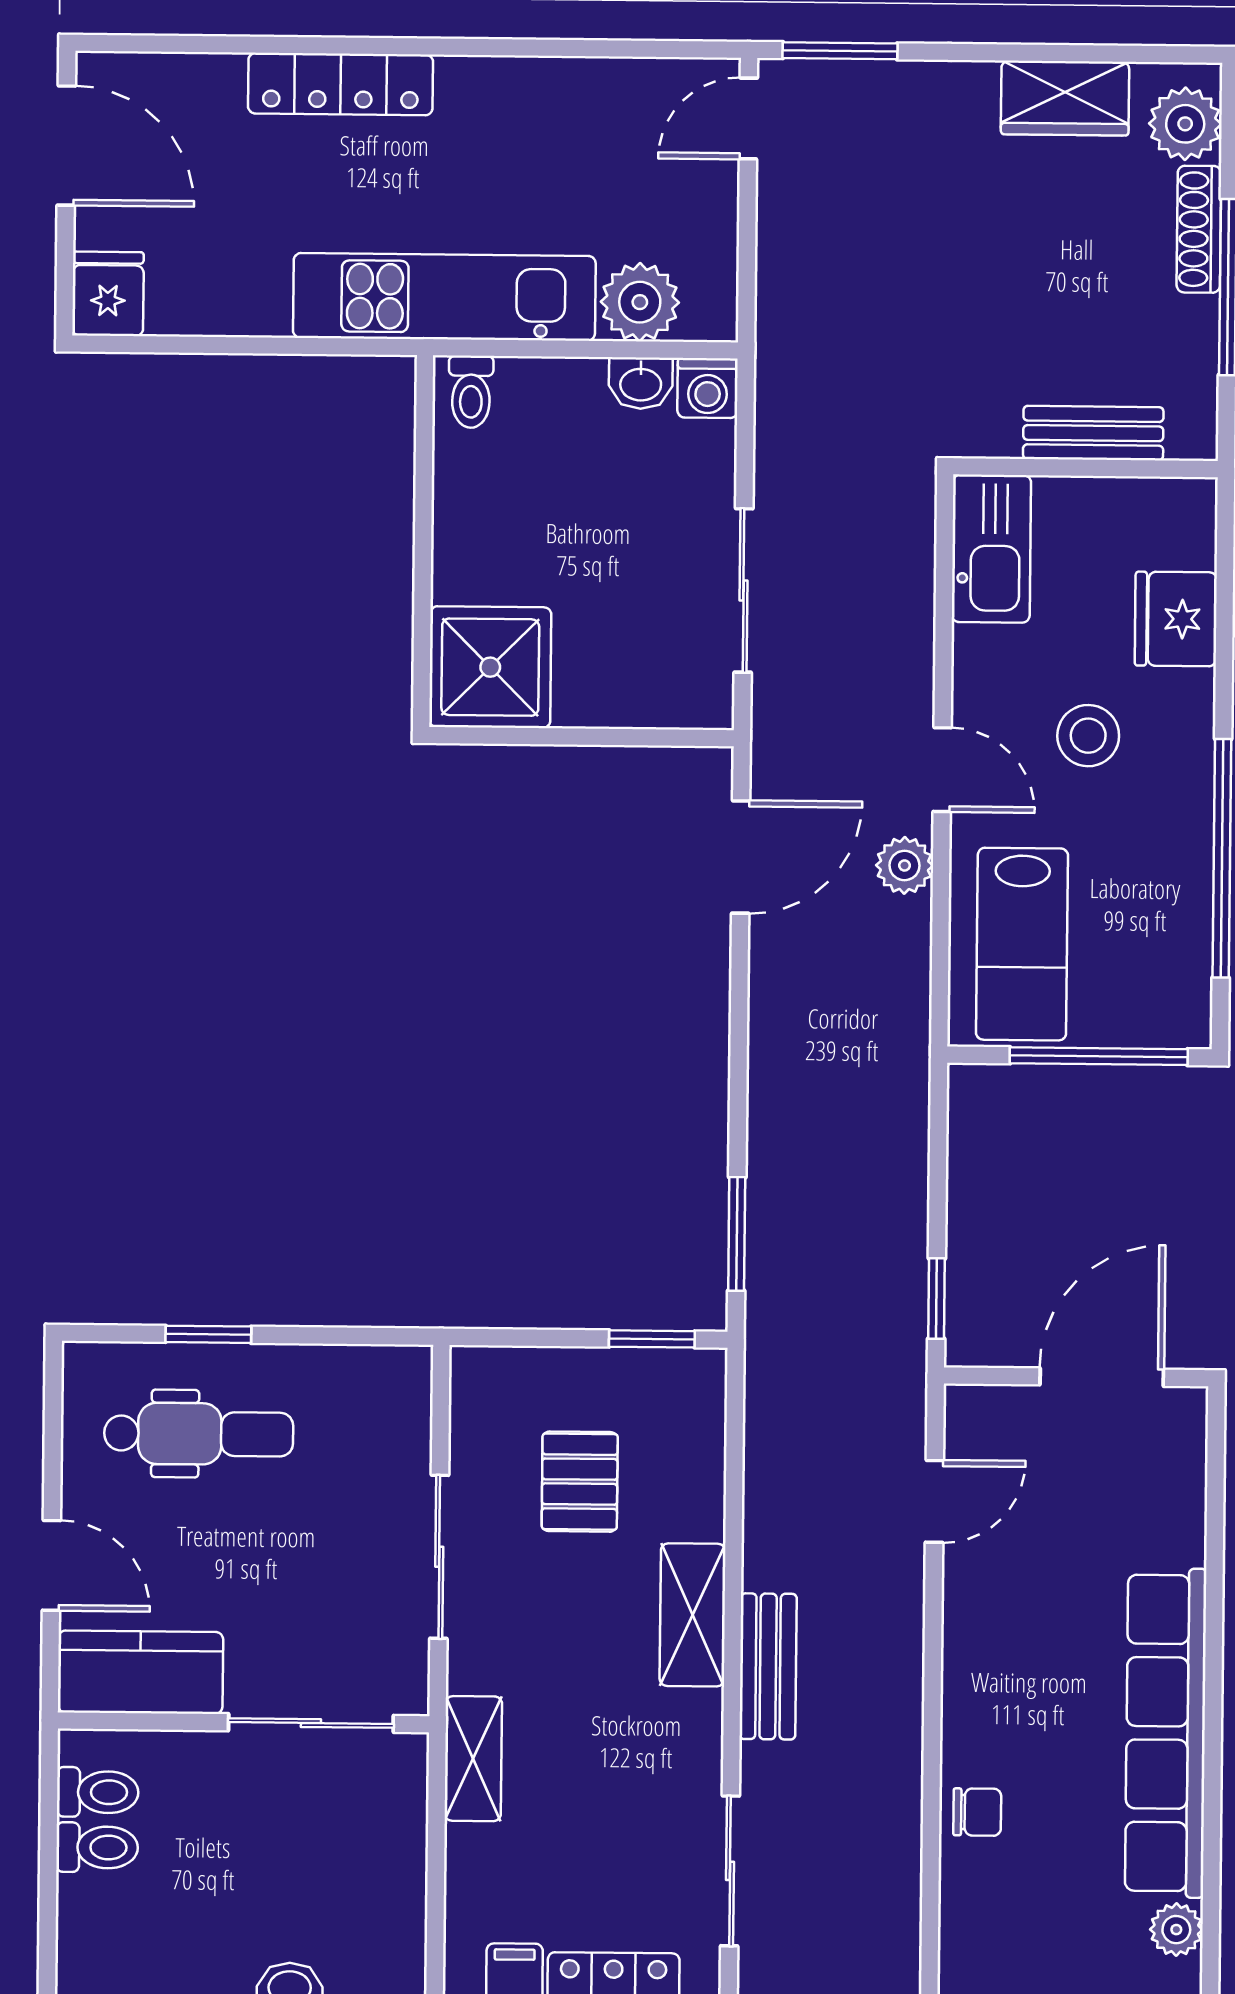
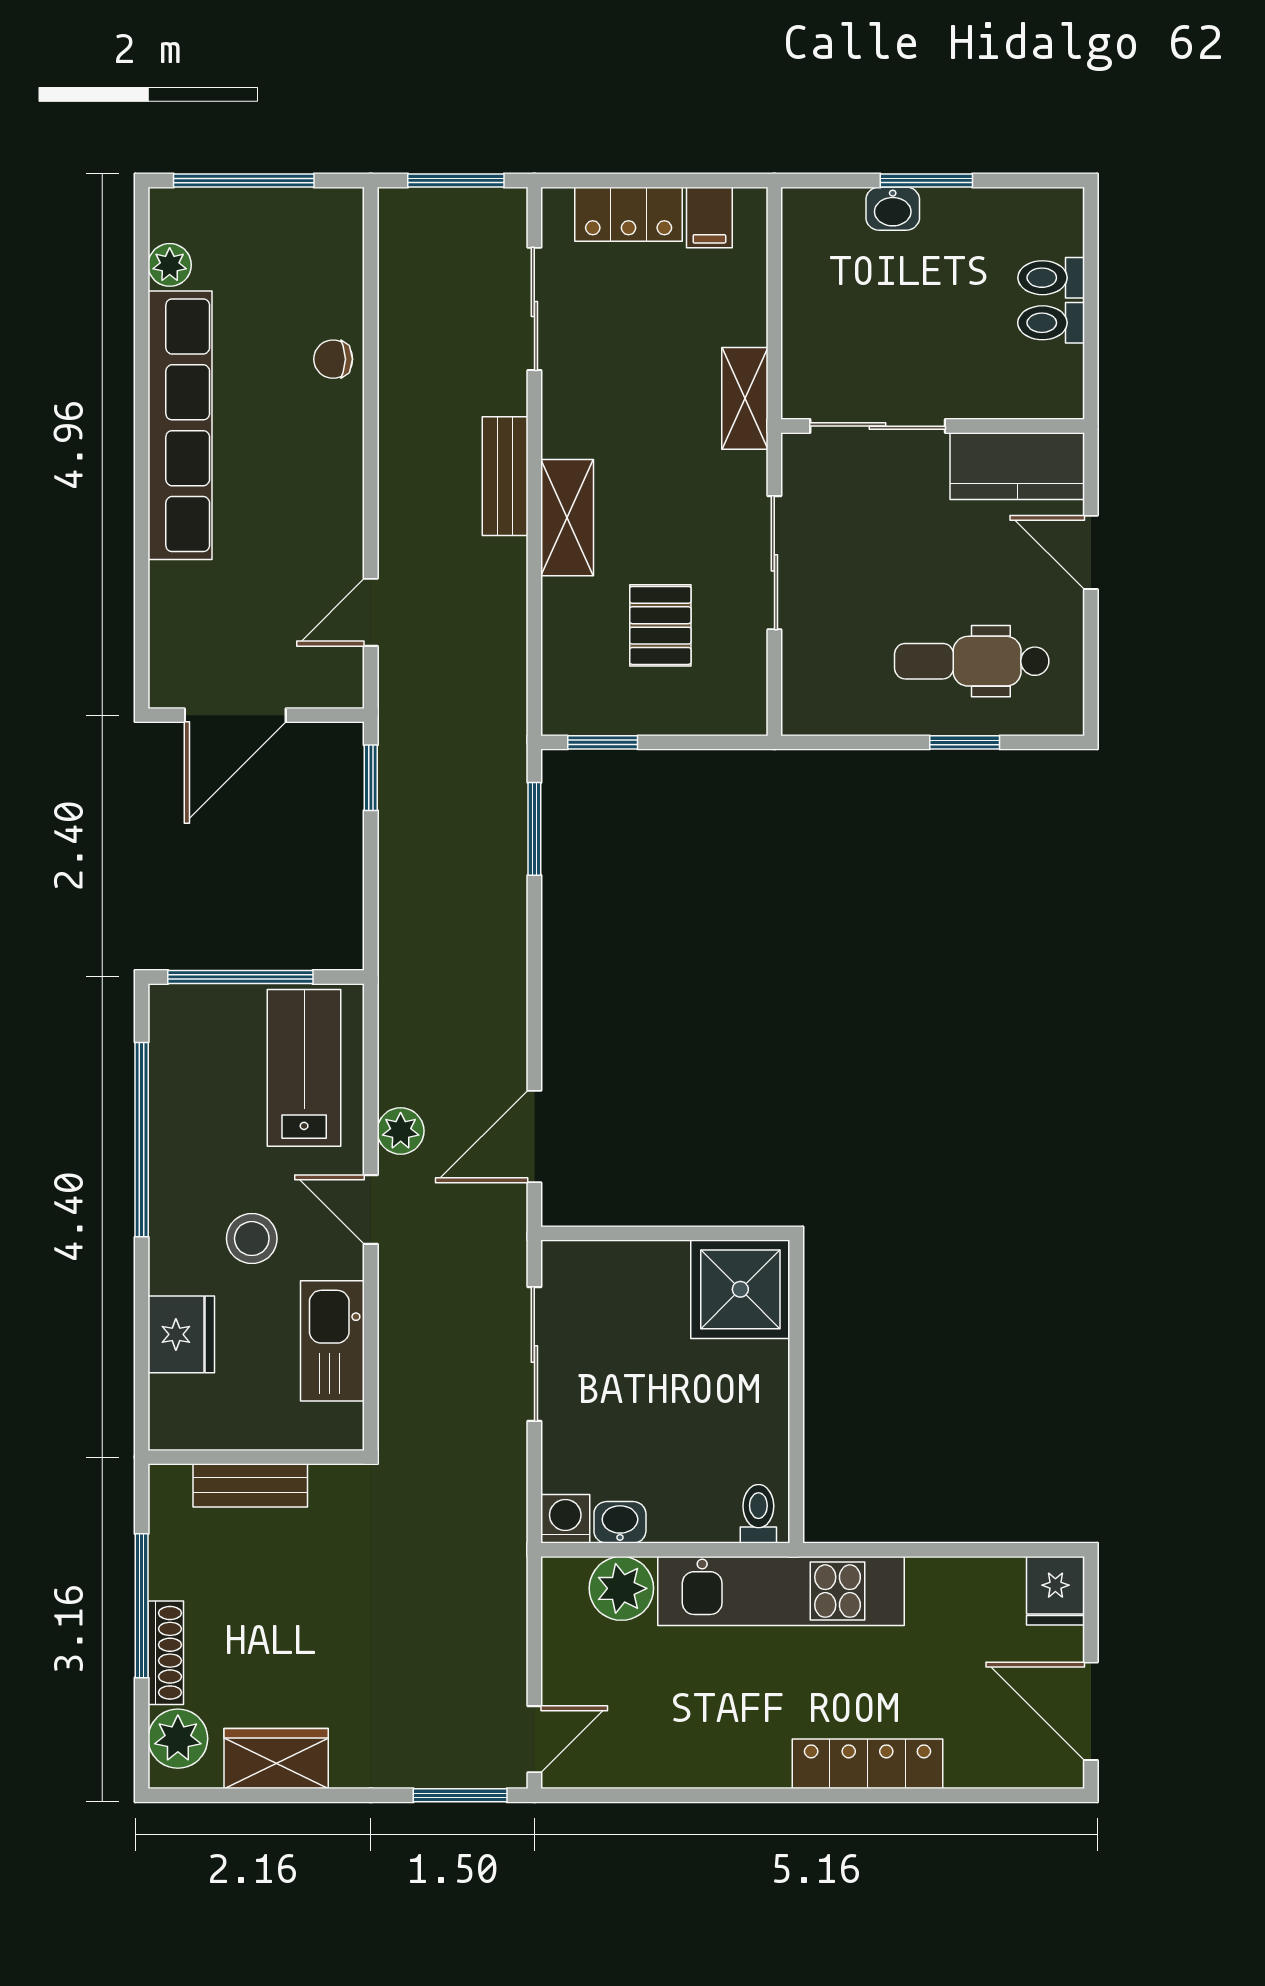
kitchen sink: (991, 549) -> (332, 1341), moved
toilet: (98, 1792) -> (1051, 278), moved

